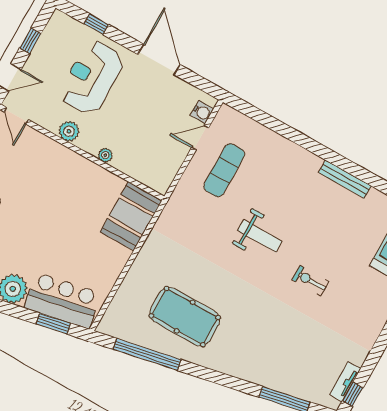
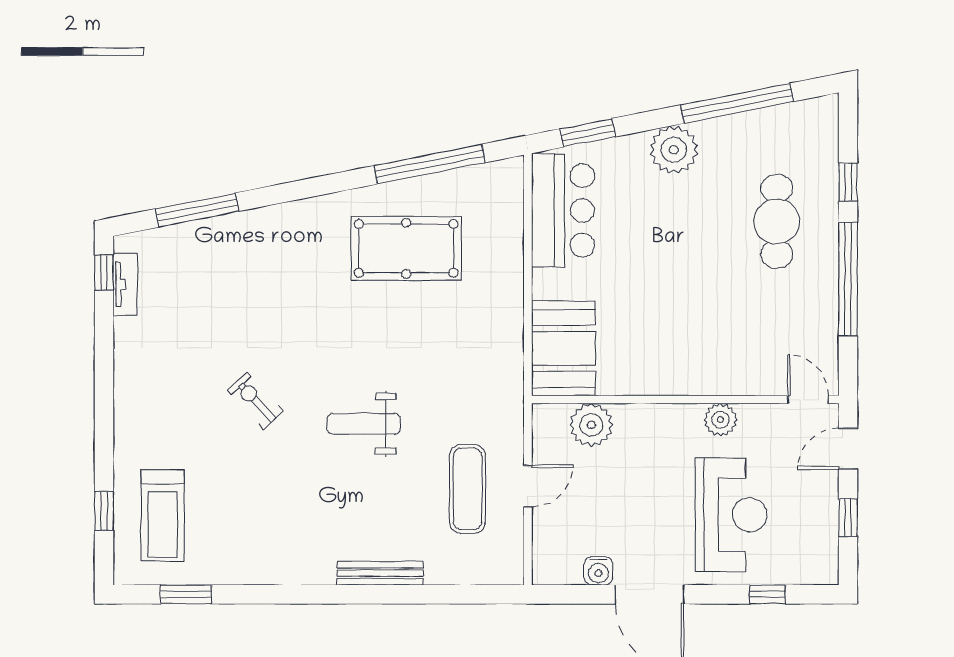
water cooler: (202, 112) -> (598, 571), moved, turned -90
door: (200, 138) -> (528, 486), moved
plant: (105, 155) -> (591, 425), moved, width x1.88, depth x1.88
bench: (345, 179) -> (380, 573), moved
exercise bike: (311, 281) -> (255, 401), turned -133
bar counter: (62, 300) -> (563, 210), moved, turned -79

